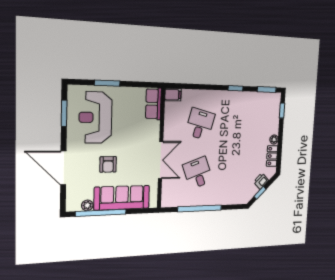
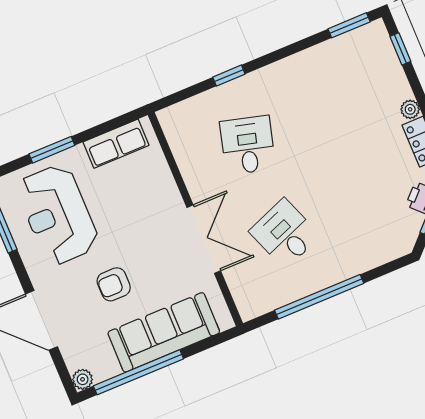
window: (235, 88) -> (229, 76), moved
filing cabinet: (173, 95) -> (174, 117), removed
row of seats: (153, 104) -> (116, 144), moved, turned -90
armchair: (108, 164) -> (114, 284), turned 90
plant: (87, 205) -> (83, 379), moved

